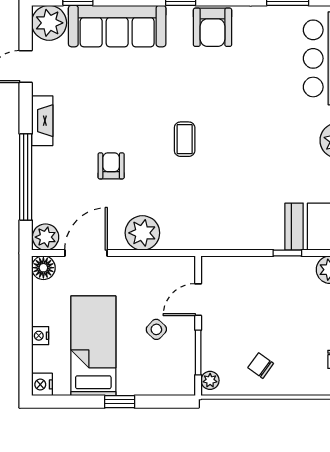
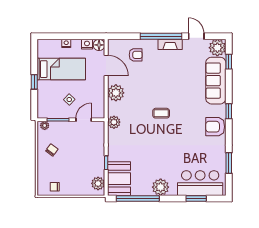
armchair: (111, 166) -> (136, 55), moved
window: (26, 177) -> (161, 36), moved
plant: (46, 237) -> (114, 122), moved
door: (198, 300) -> (84, 120), hinge flipped
nightstand: (42, 384) -> (87, 44), moved

